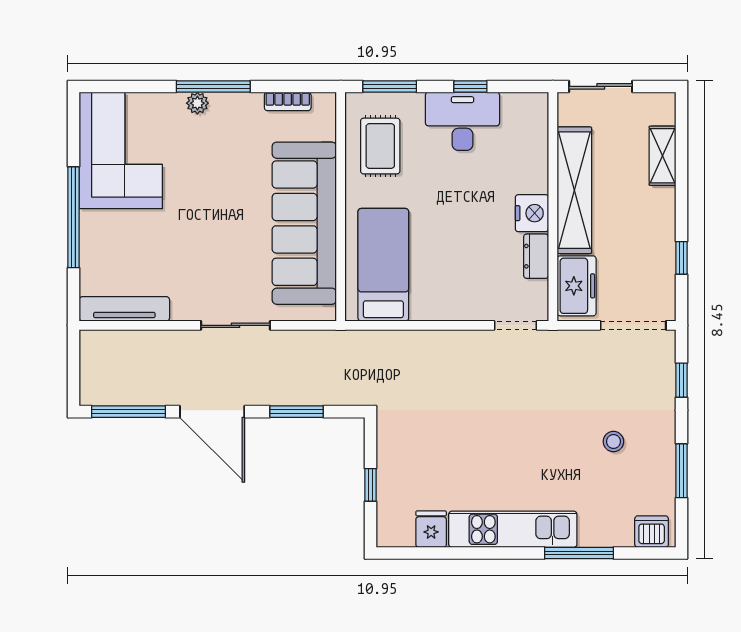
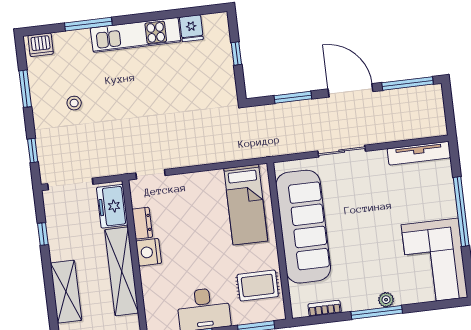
rug: (380, 146) -> (258, 285), turned 90
shelving: (663, 156) -> (66, 292), width x1.50, depth x1.33

